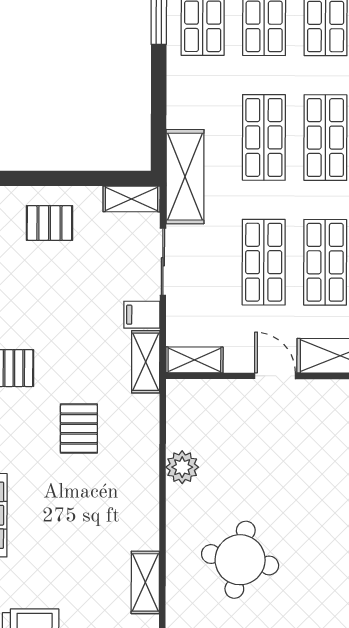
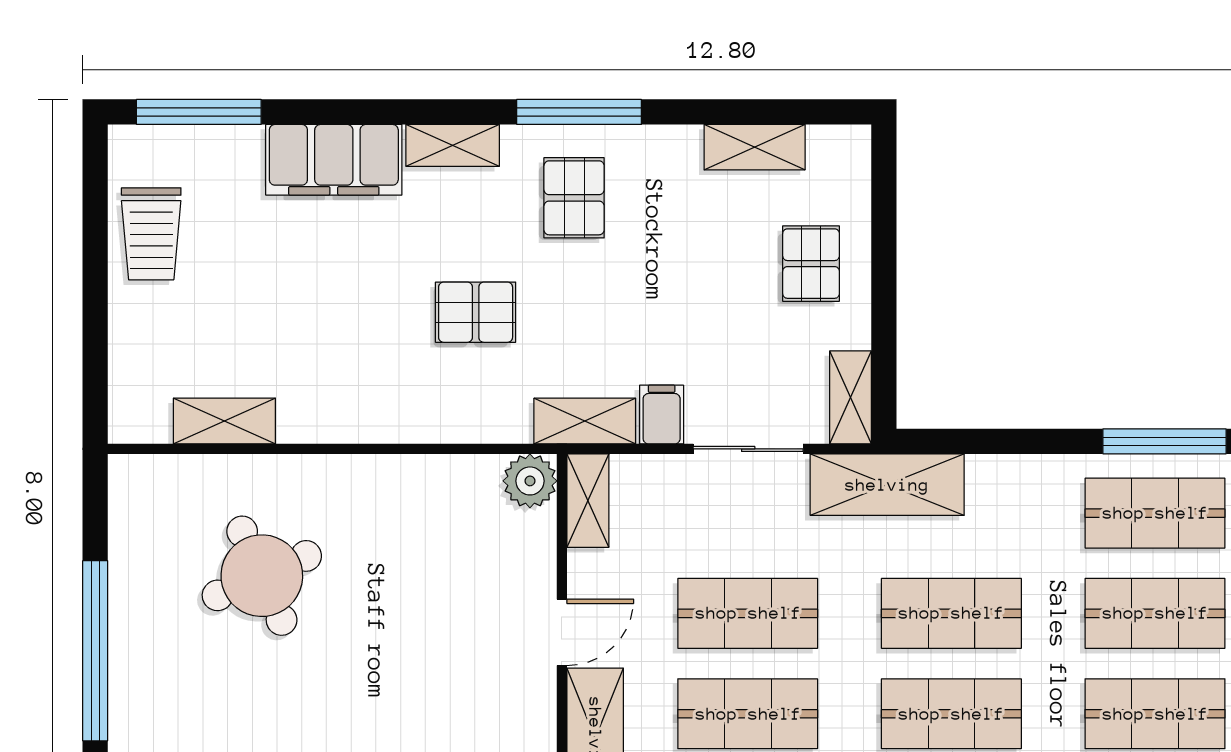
plant: (182, 467) -> (530, 481), moved
round table: (240, 560) -> (262, 576), turned -35

